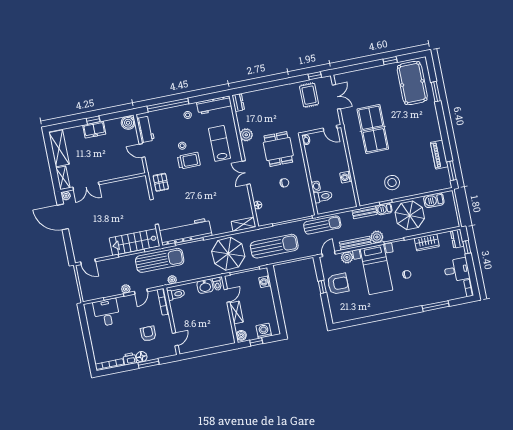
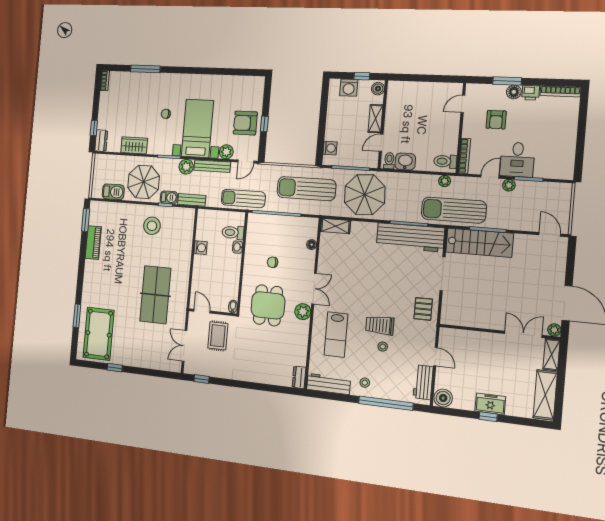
rug: (309, 95) -> (218, 336), moved
plant: (246, 135) -> (303, 312), moved
desk: (457, 270) -> (112, 105), removed
desk: (107, 312) -> (517, 160), moved

